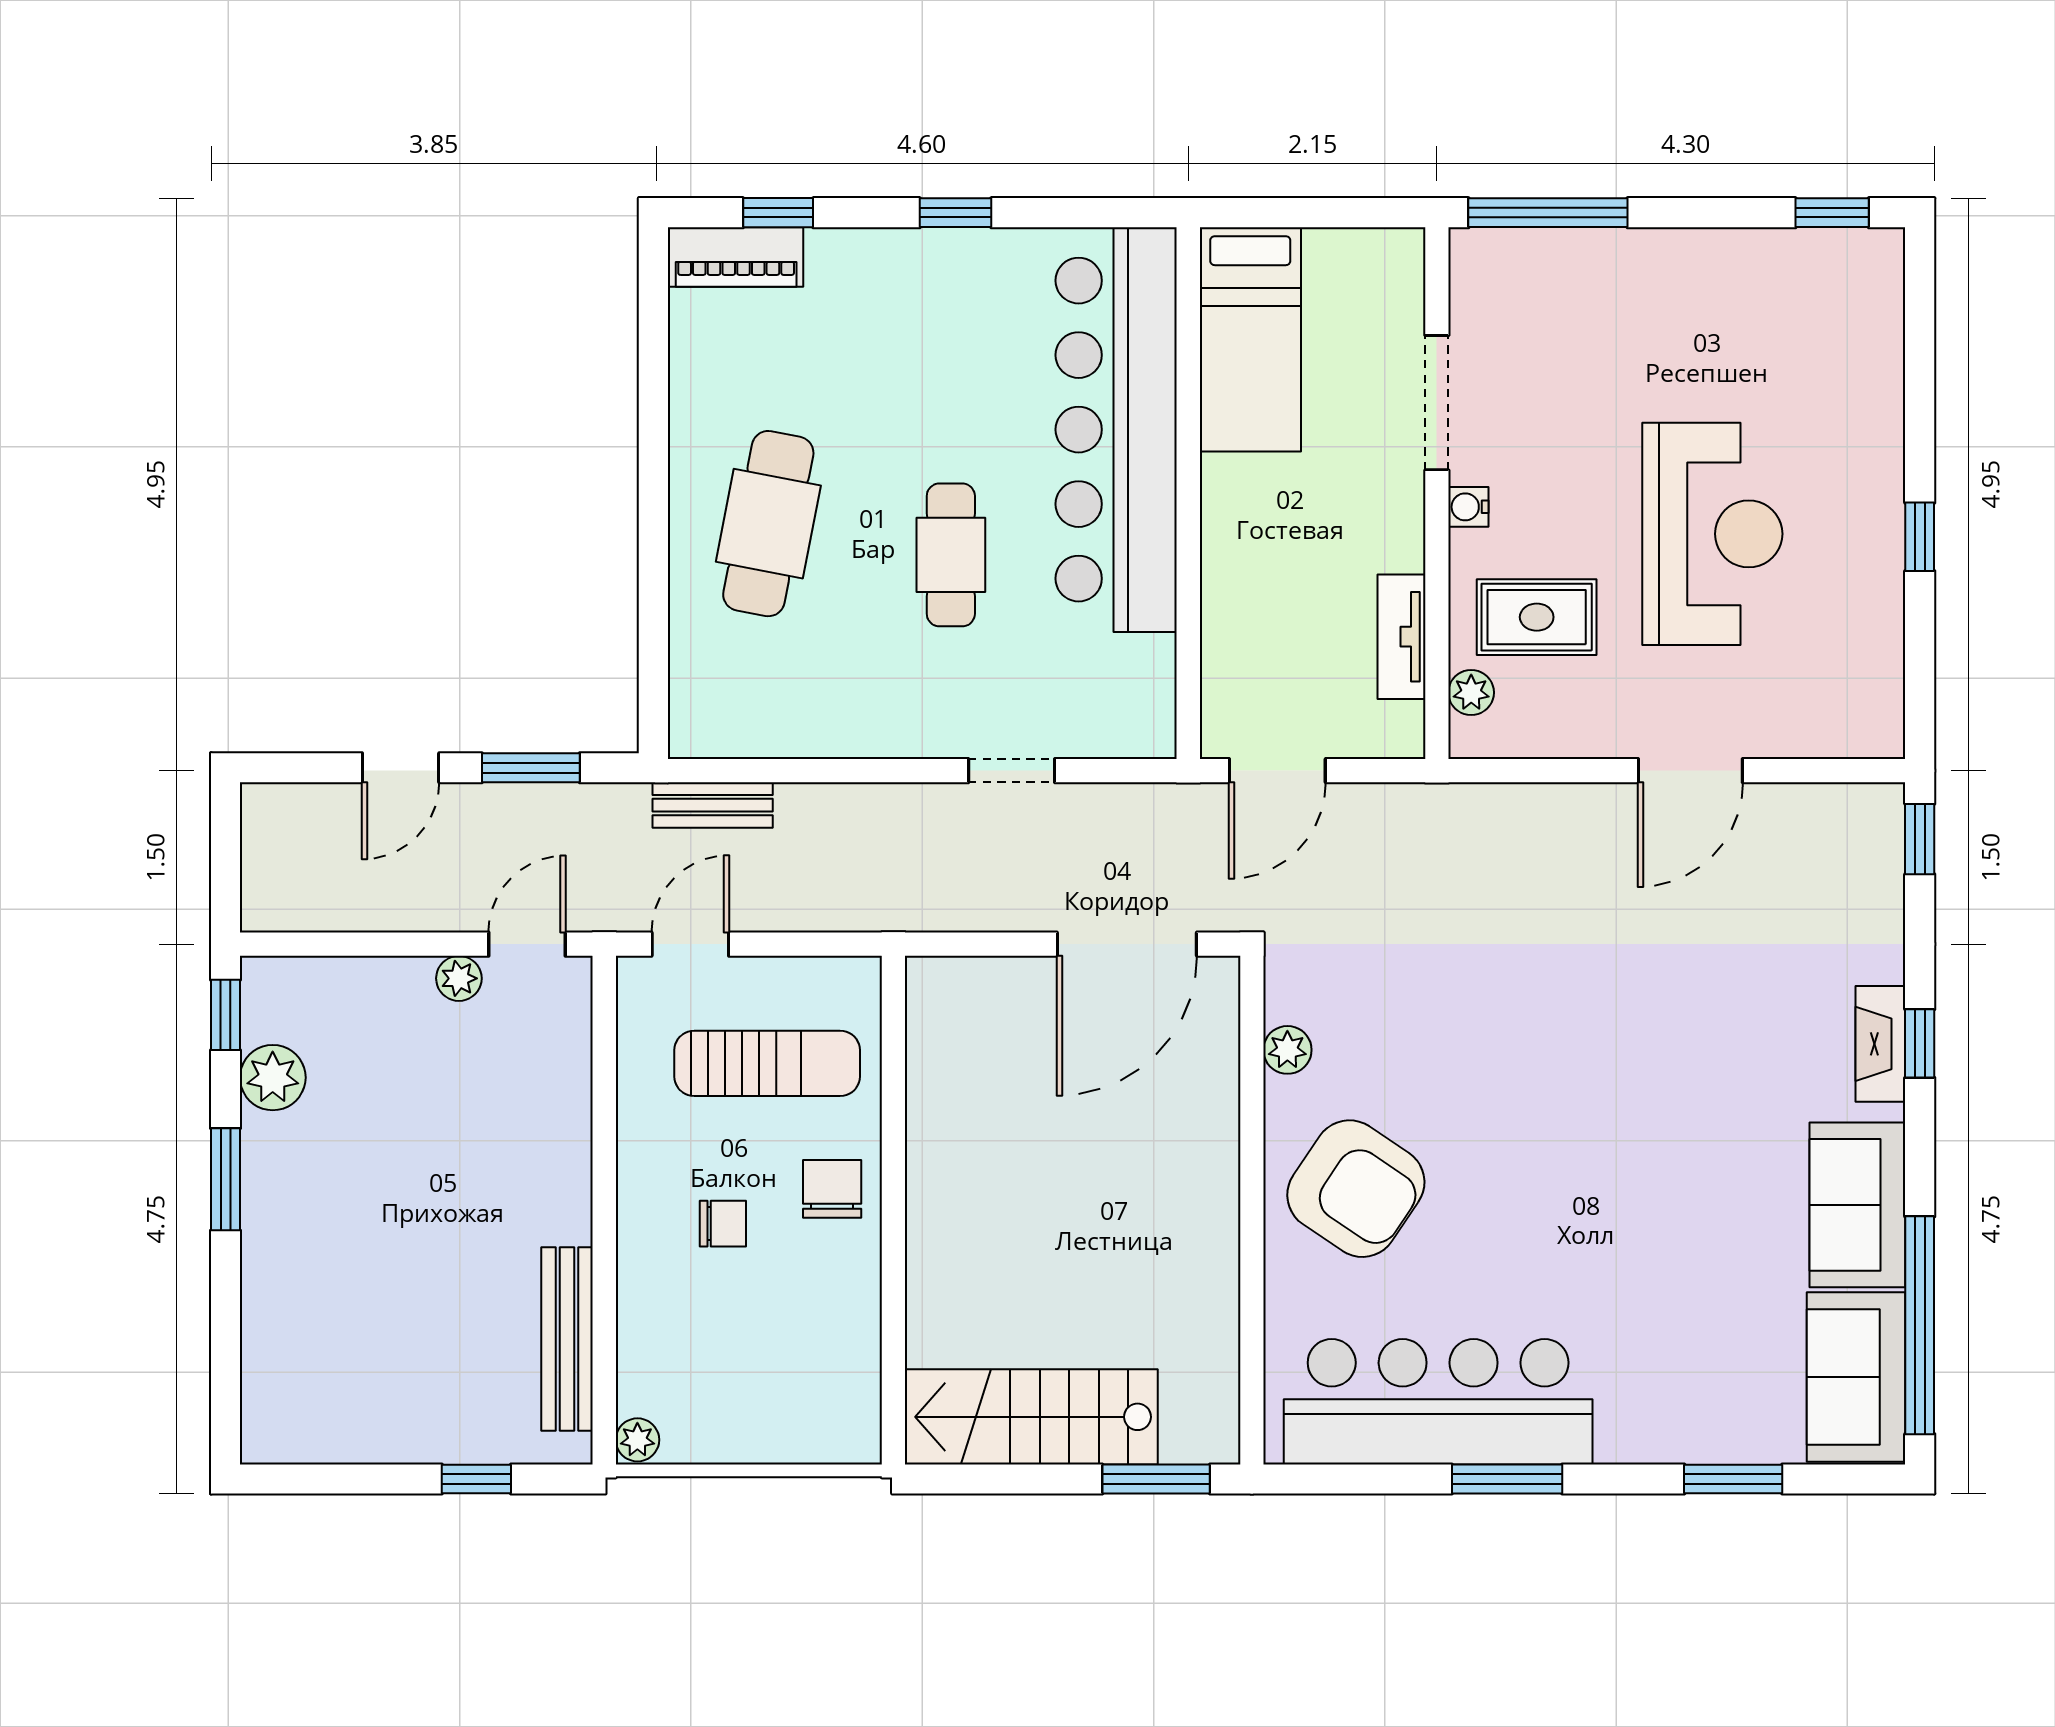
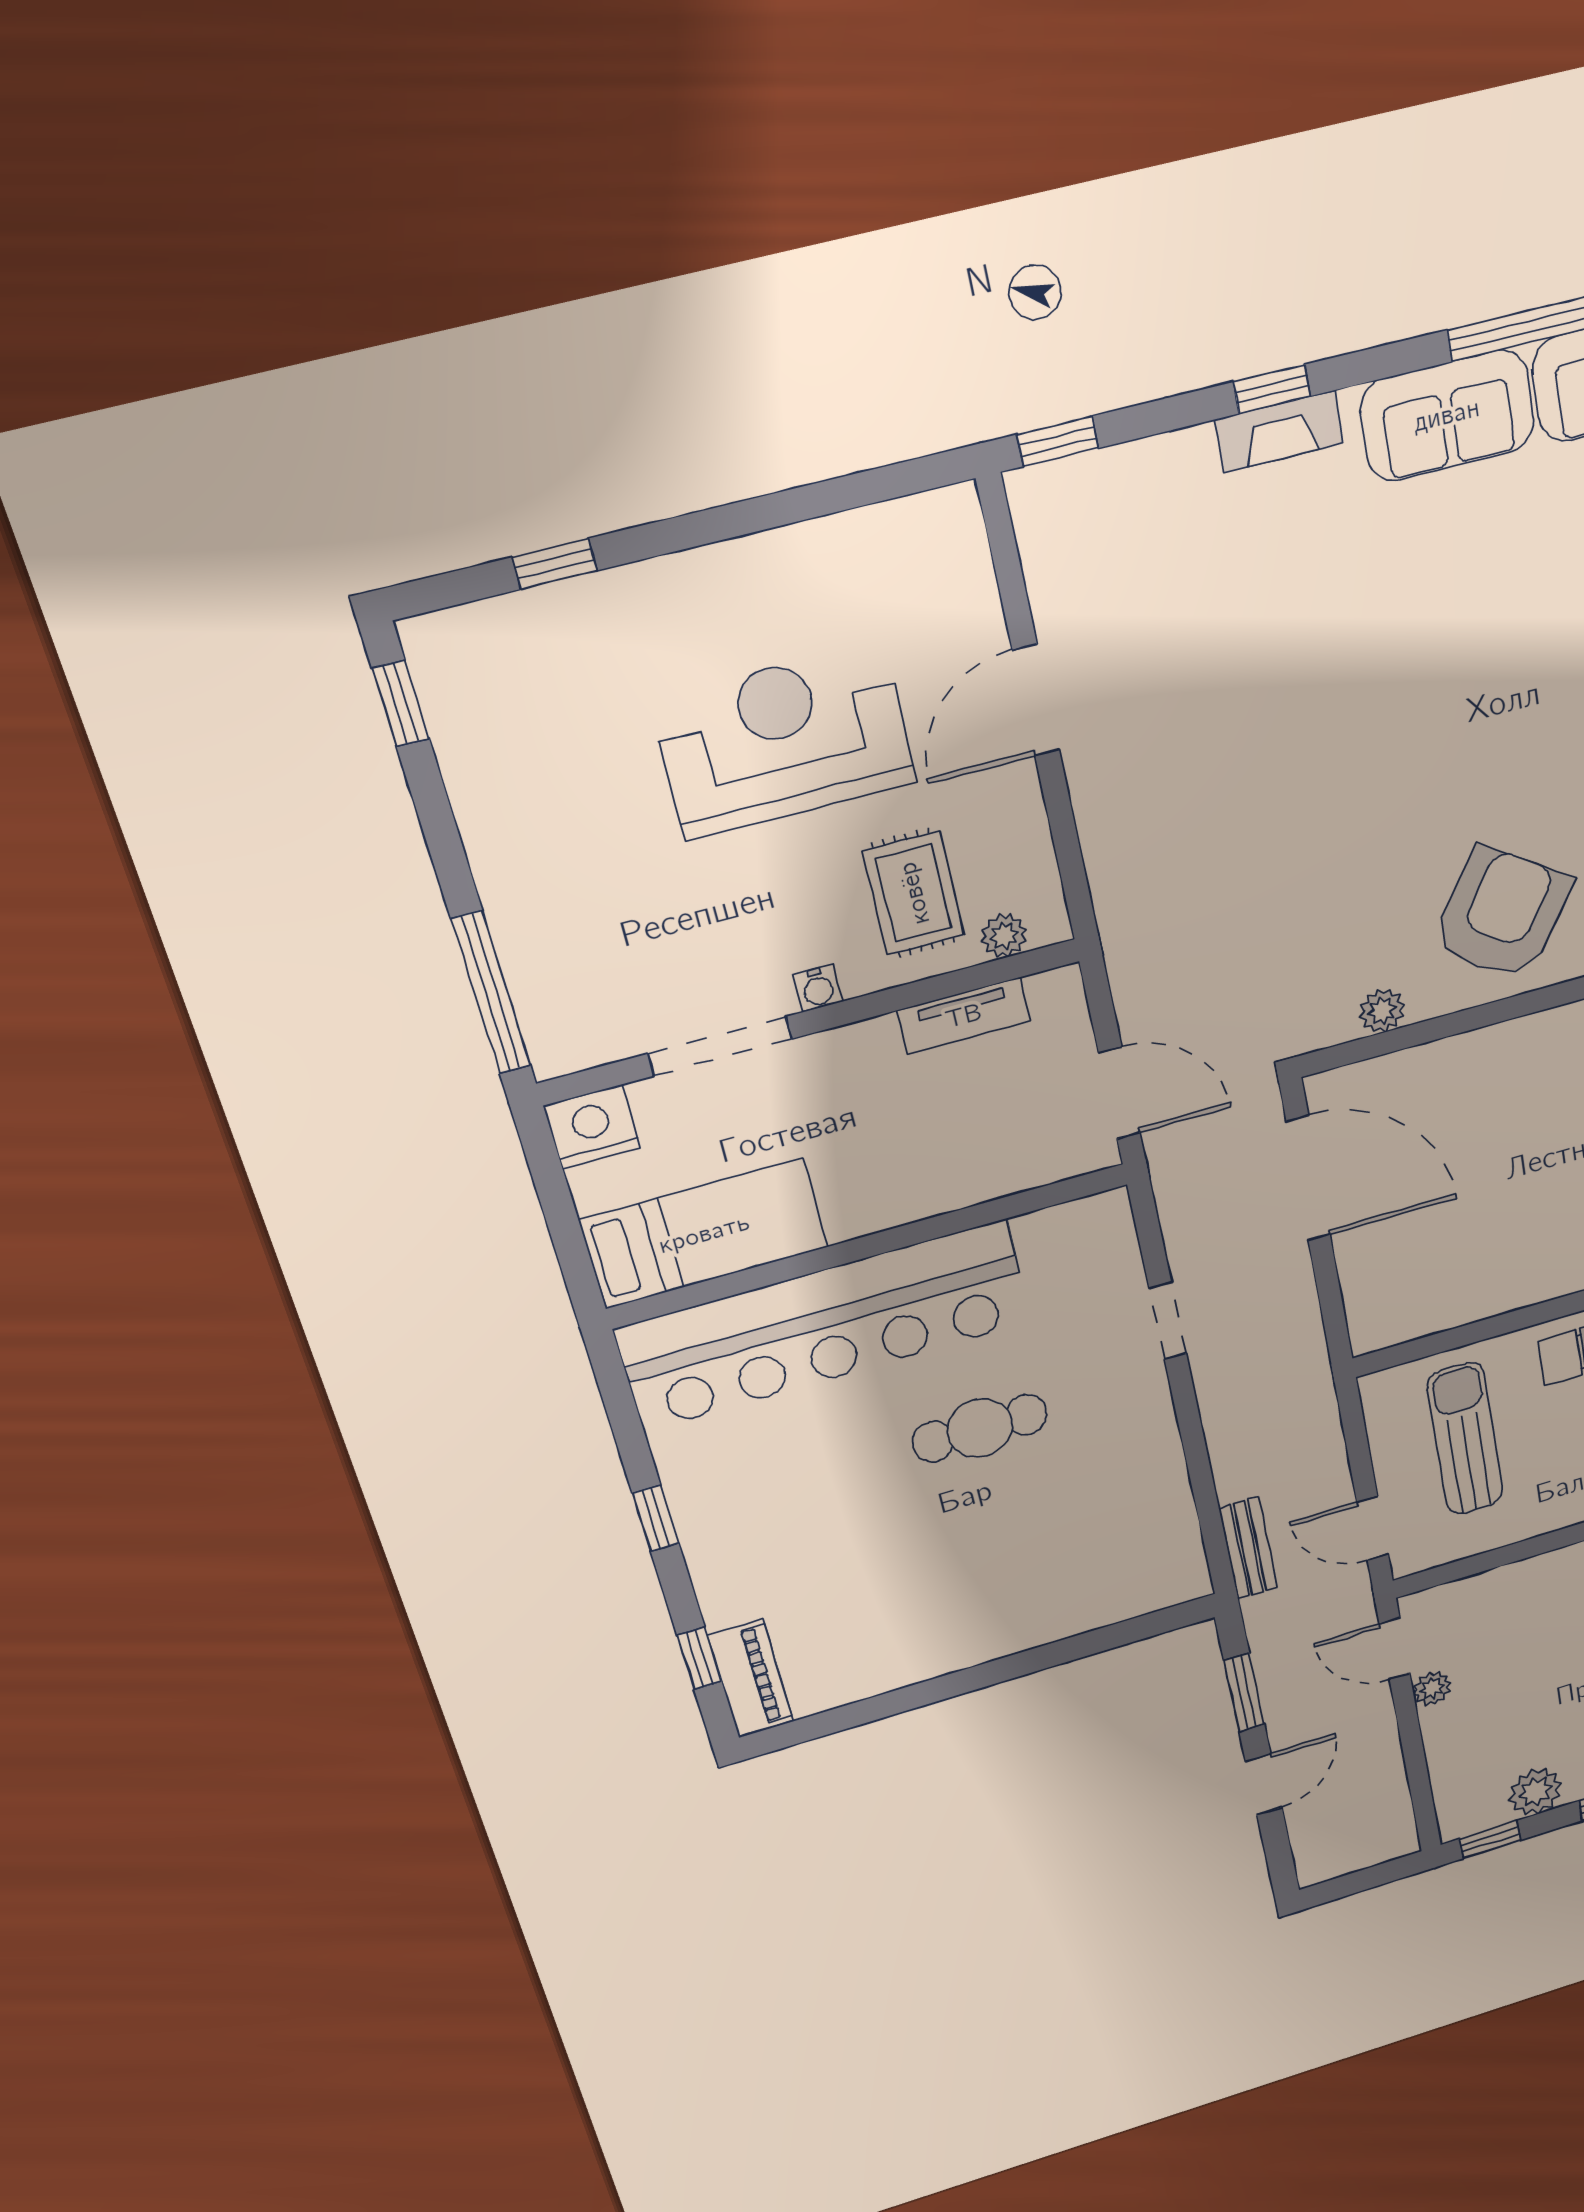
nightstand: (1391, 266) -> (592, 1127), added
cafe table: (768, 524) -> (988, 1581), removed
window: (1920, 537) -> (555, 564), moved
door: (401, 768) -> (1264, 1784), hinge flipped
door: (1690, 771) -> (1036, 700), swing flipped

